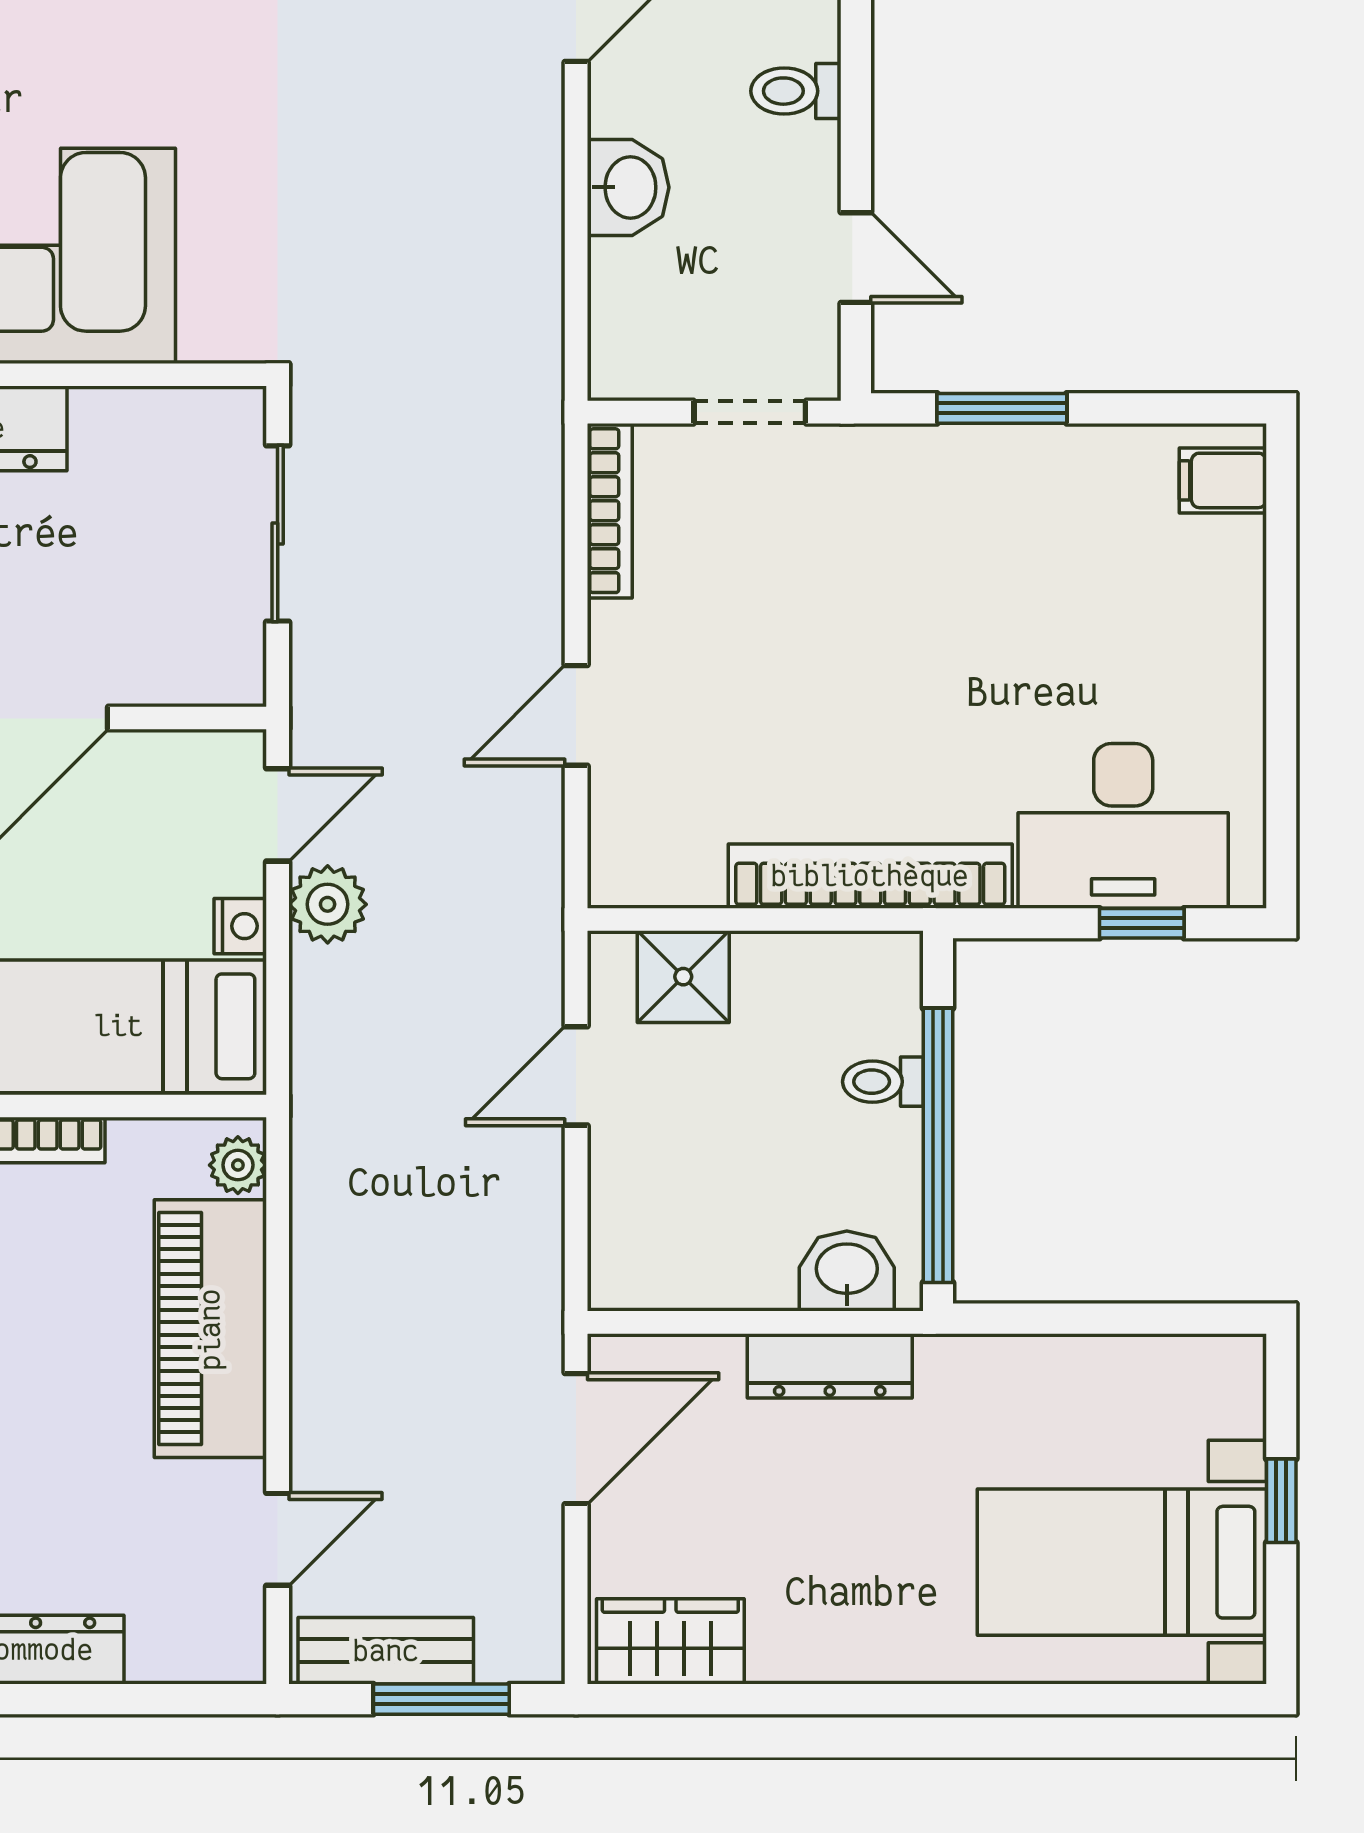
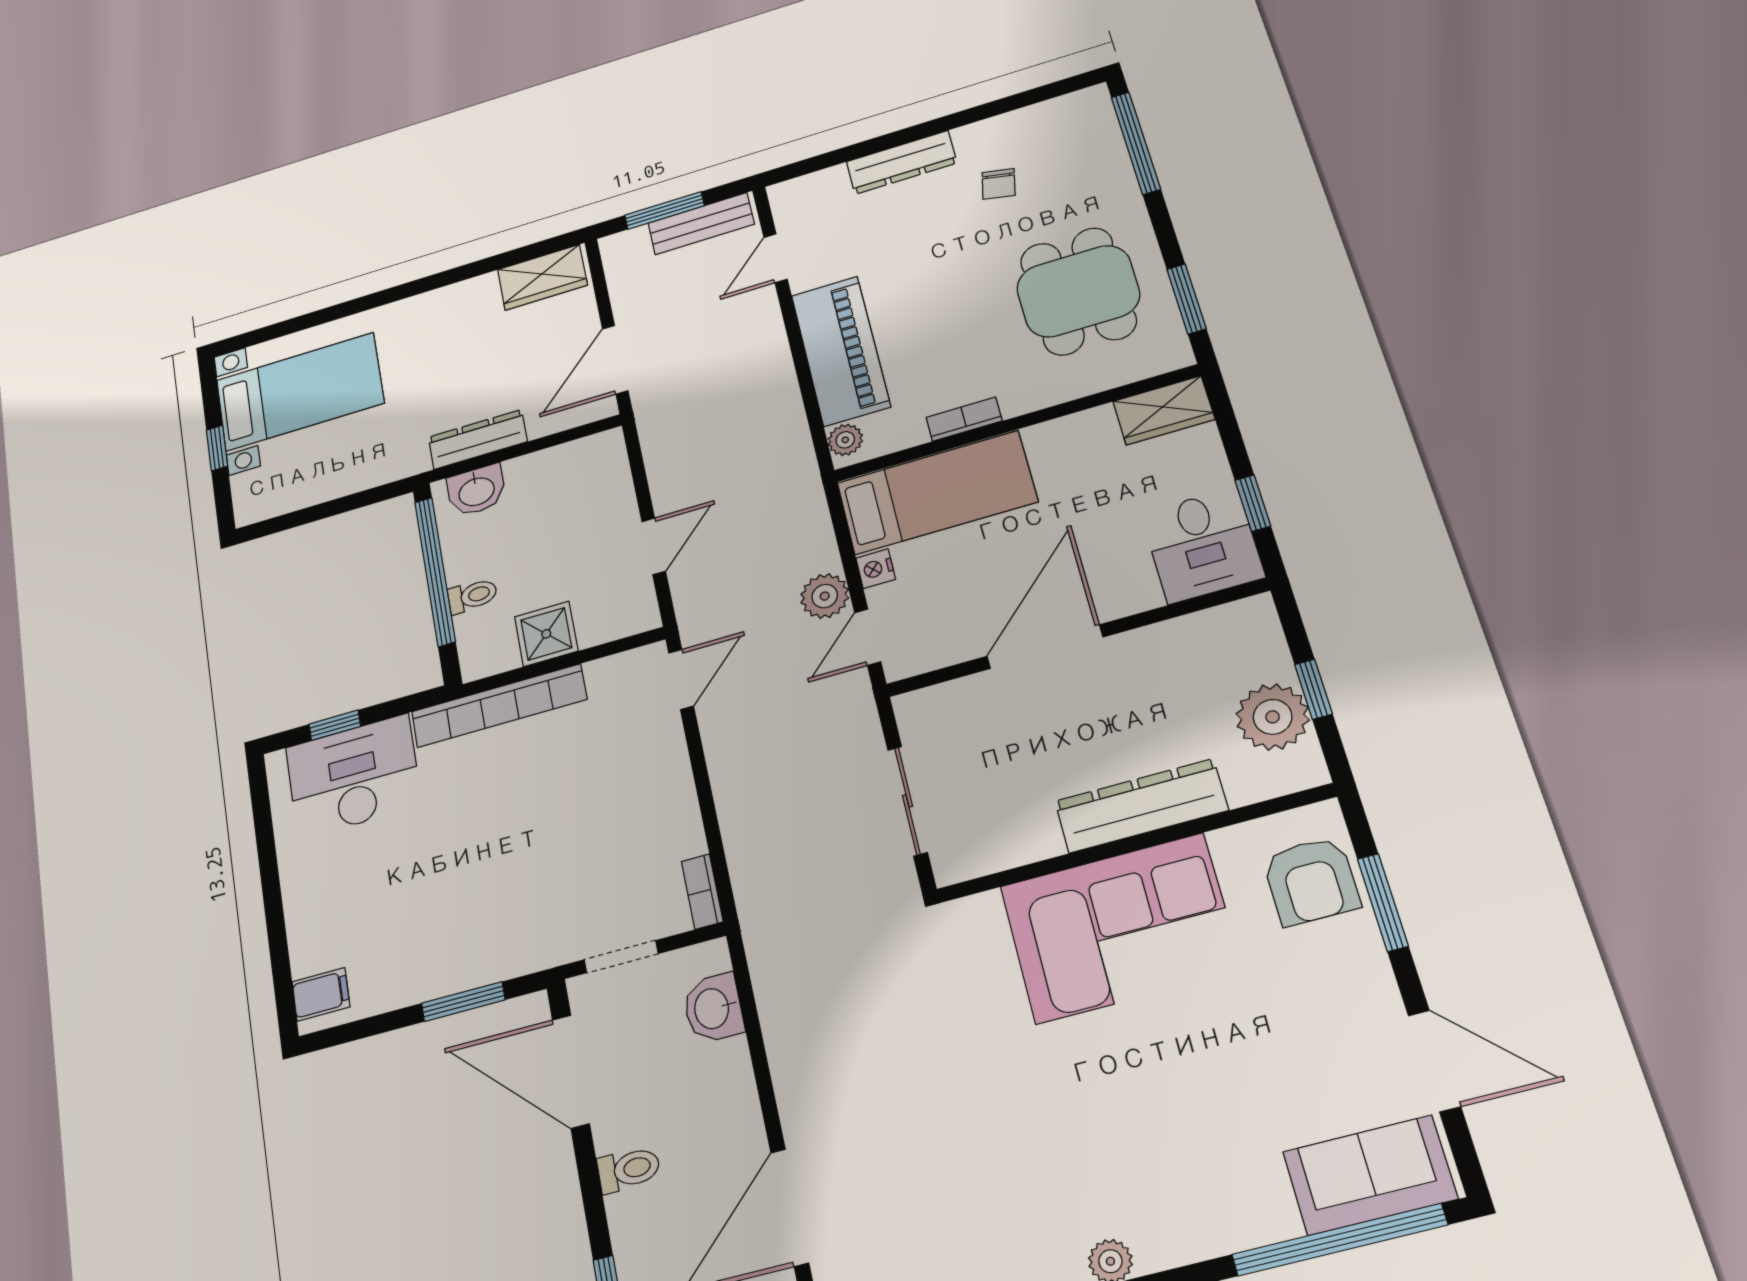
washbasin: (628, 187) -> (713, 1008), moved
door: (856, 258) -> (571, 1071), width x1.88
bookcase: (610, 511) -> (702, 892), width x0.64
door: (576, 715) -> (681, 679), moved
shower: (683, 977) -> (546, 634), moved

